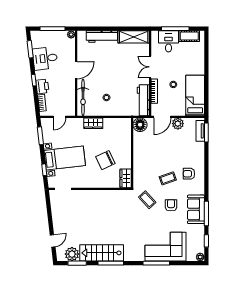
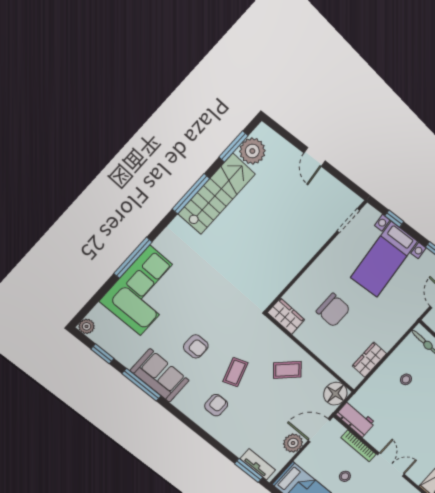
workbench: (143, 100) -> (356, 419), width x0.73
door: (162, 117) -> (319, 430), hinge flipped
wardrobe: (93, 123) -> (369, 360), moved
chair: (105, 160) -> (333, 310), turned 115
coffee table: (147, 200) -> (287, 370), moved
door: (53, 241) -> (315, 157), moved

